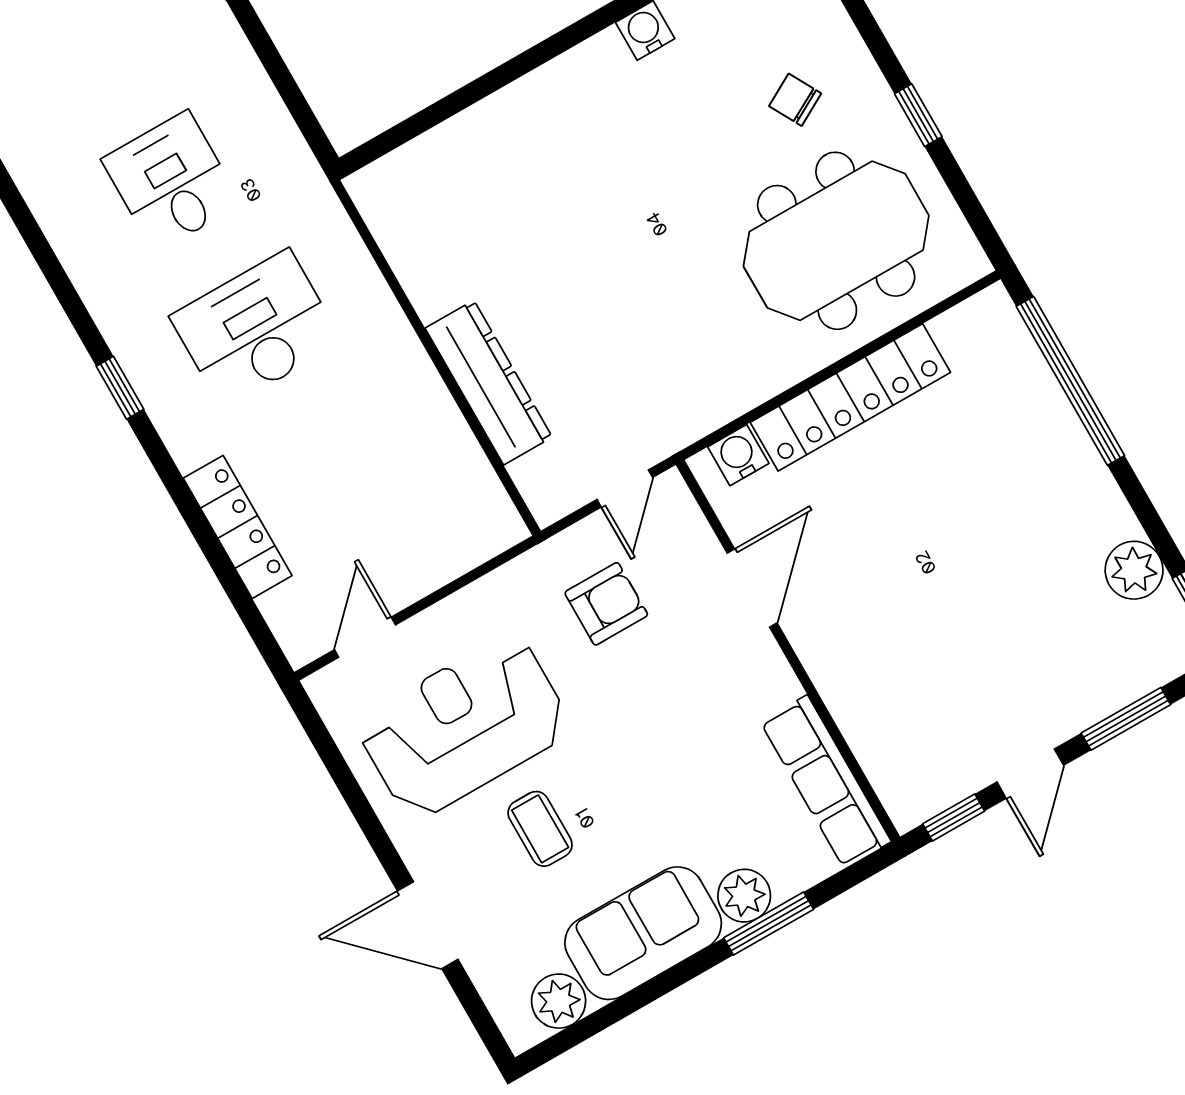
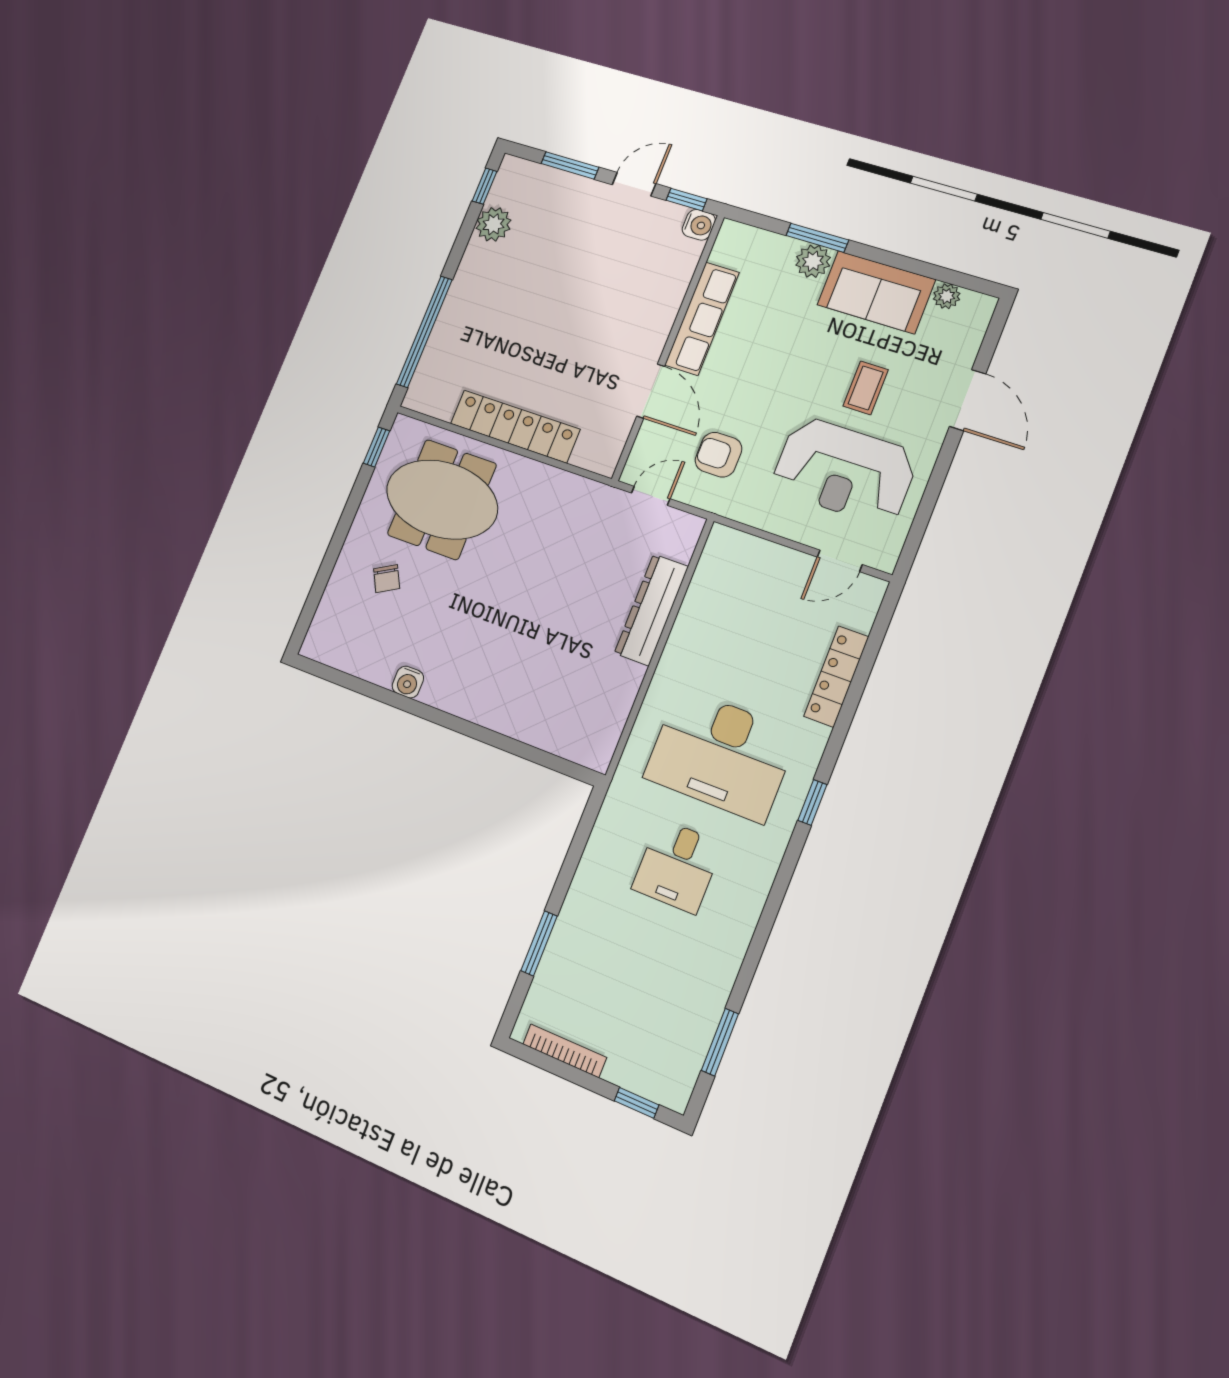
window: (918, 115) -> (377, 447), moved
desk: (256, 329) -> (721, 755), width x1.36, depth x1.30
water cooler: (738, 455) -> (699, 225), moved, turned -90
door: (752, 588) -> (651, 391), swing flipped
row of seats: (826, 782) -> (702, 319), moved
plant: (559, 1001) -> (947, 296), width x0.73, depth x0.73

